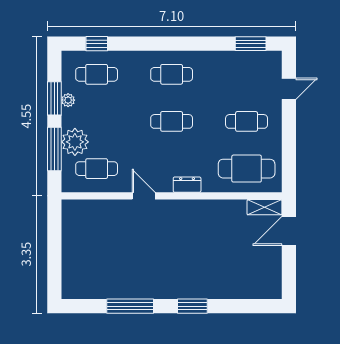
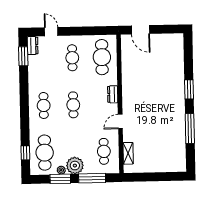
dresser: (267, 59) -> (33, 46), added
cafe table: (97, 74) -> (45, 153), width x1.37, depth x1.35
plant: (75, 142) -> (75, 166), moved
shelving: (264, 207) -> (128, 153), moved

